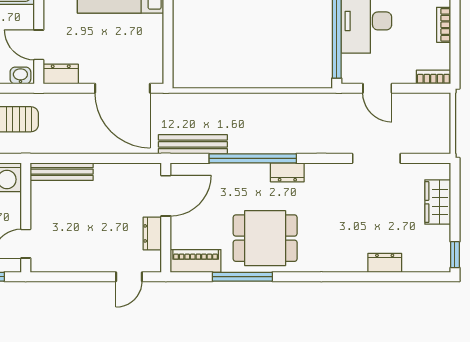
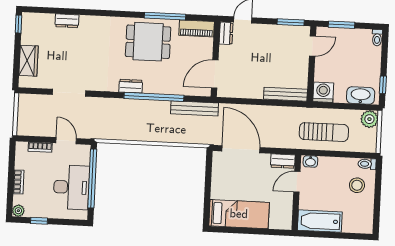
door: (39, 45) -> (297, 182), swing flipped
bookcase: (433, 77) -> (40, 147), moved
dresser: (152, 233) -> (226, 33), moved
window: (59, 277) -> (291, 22), added

